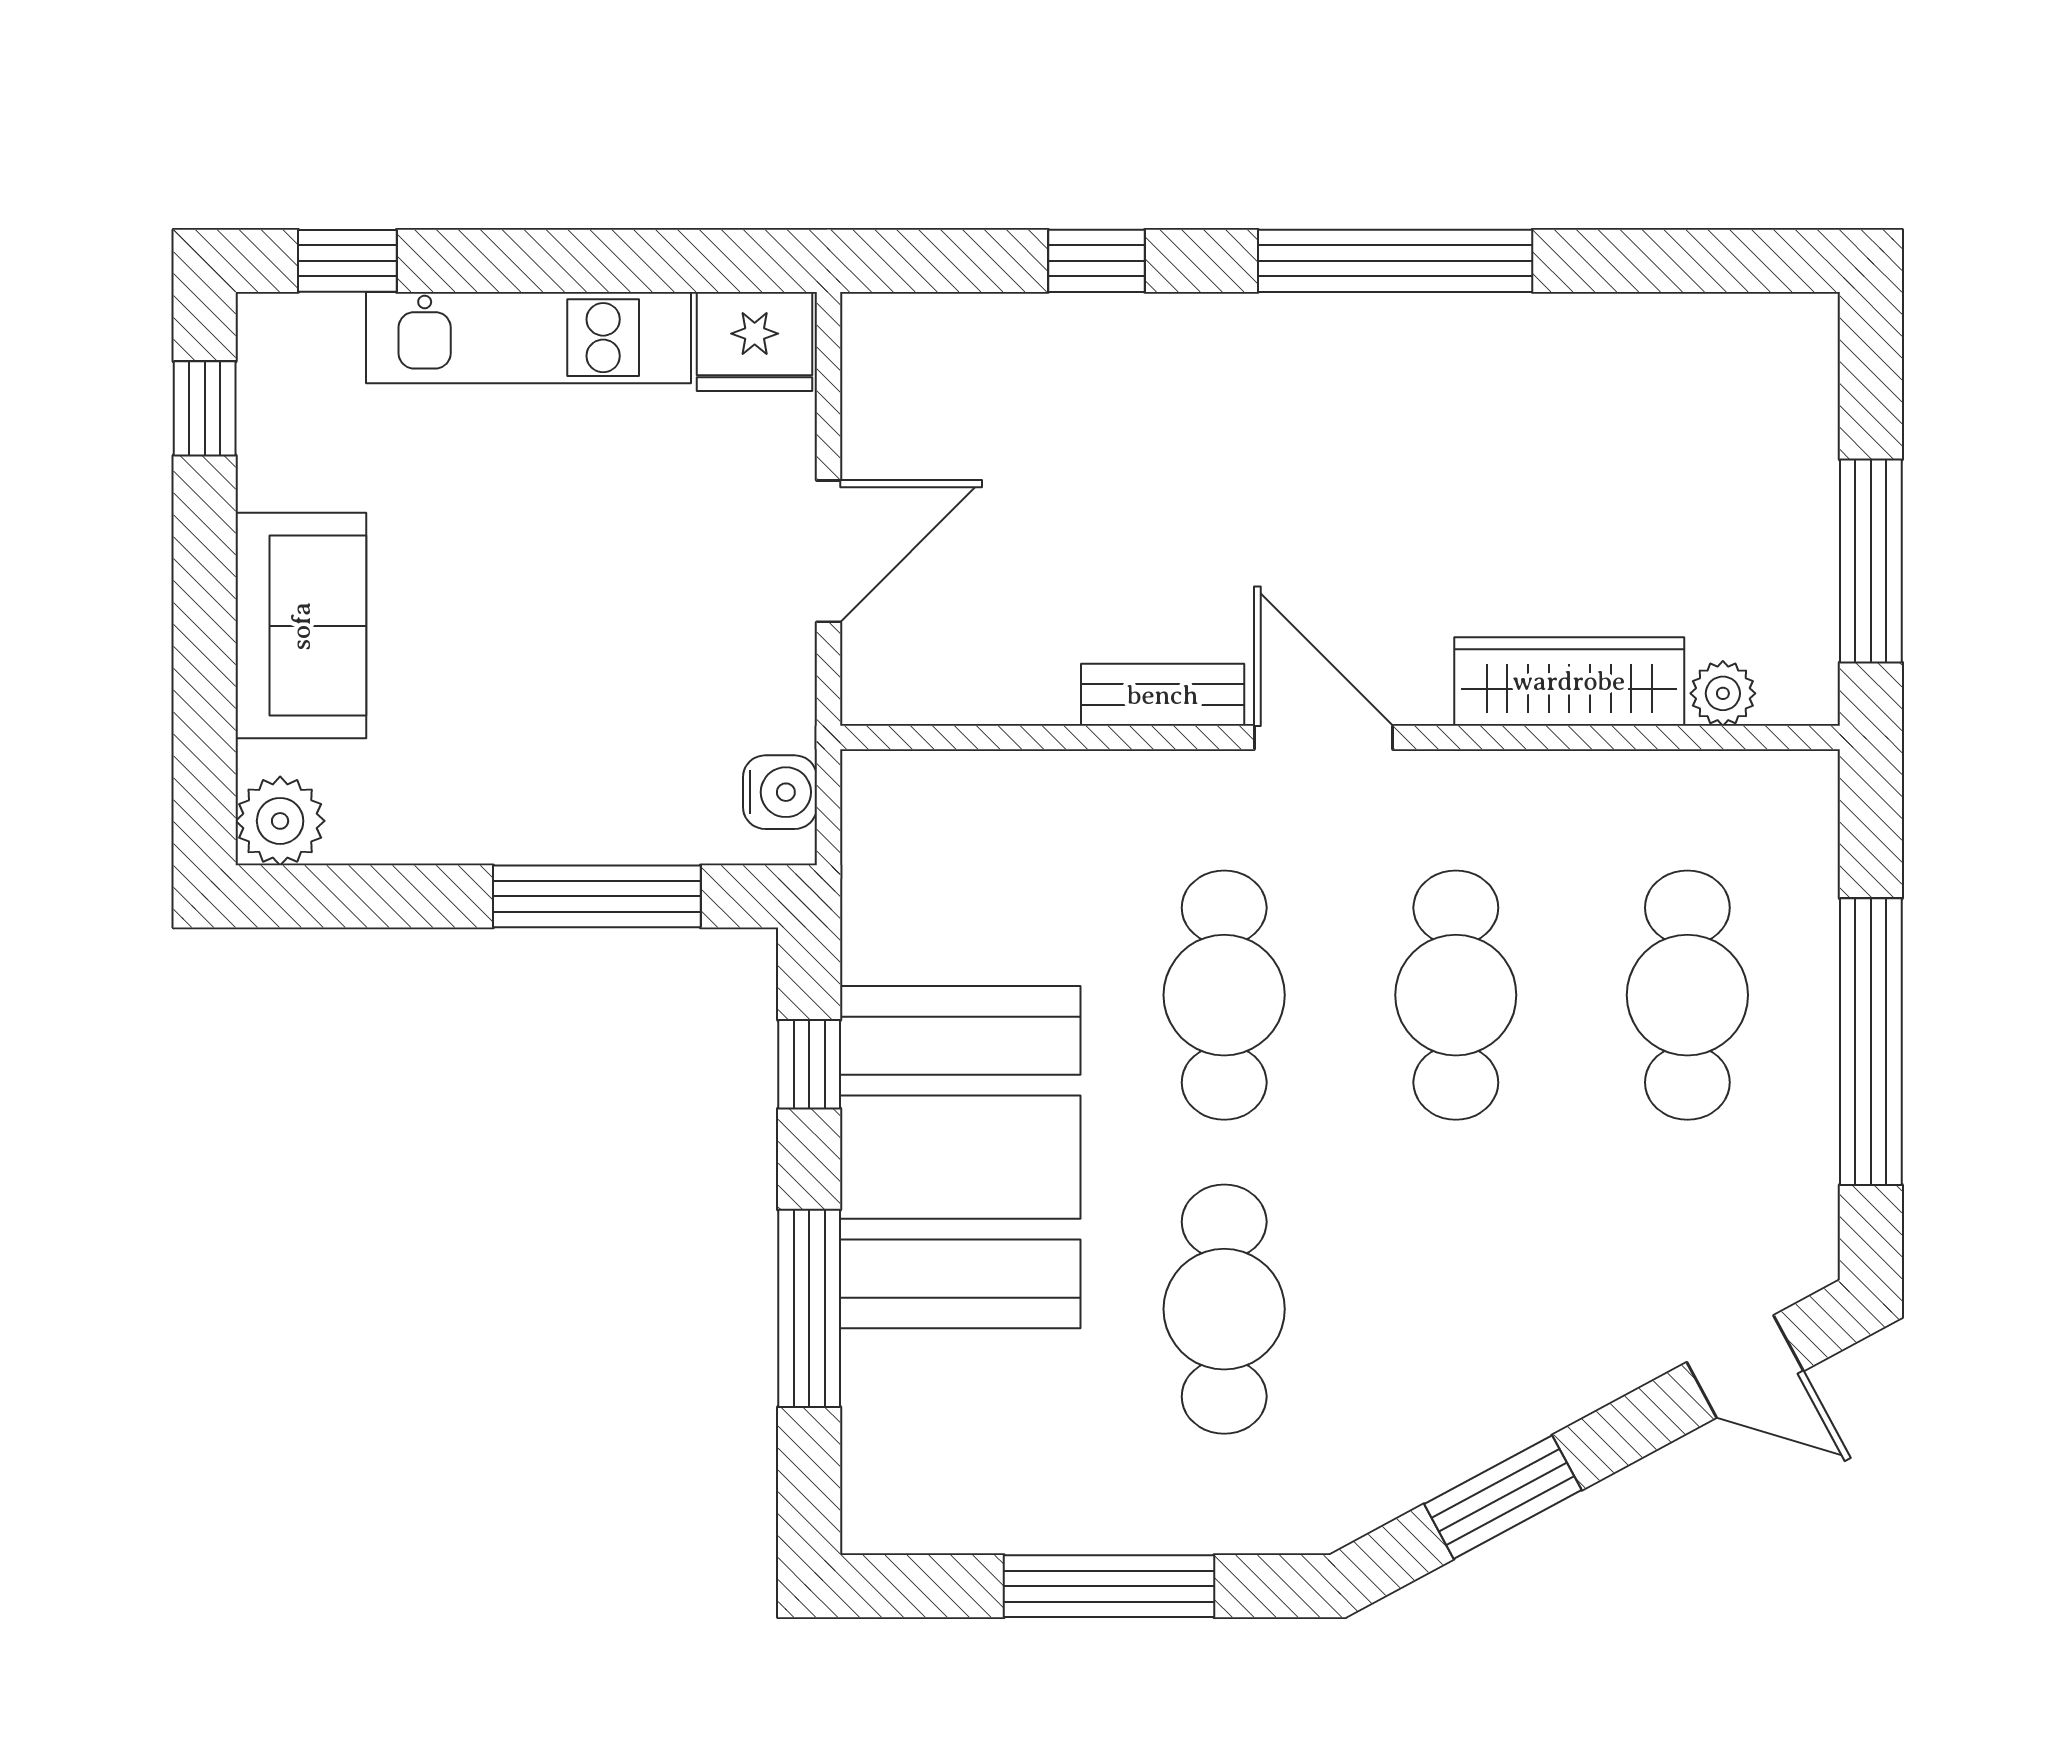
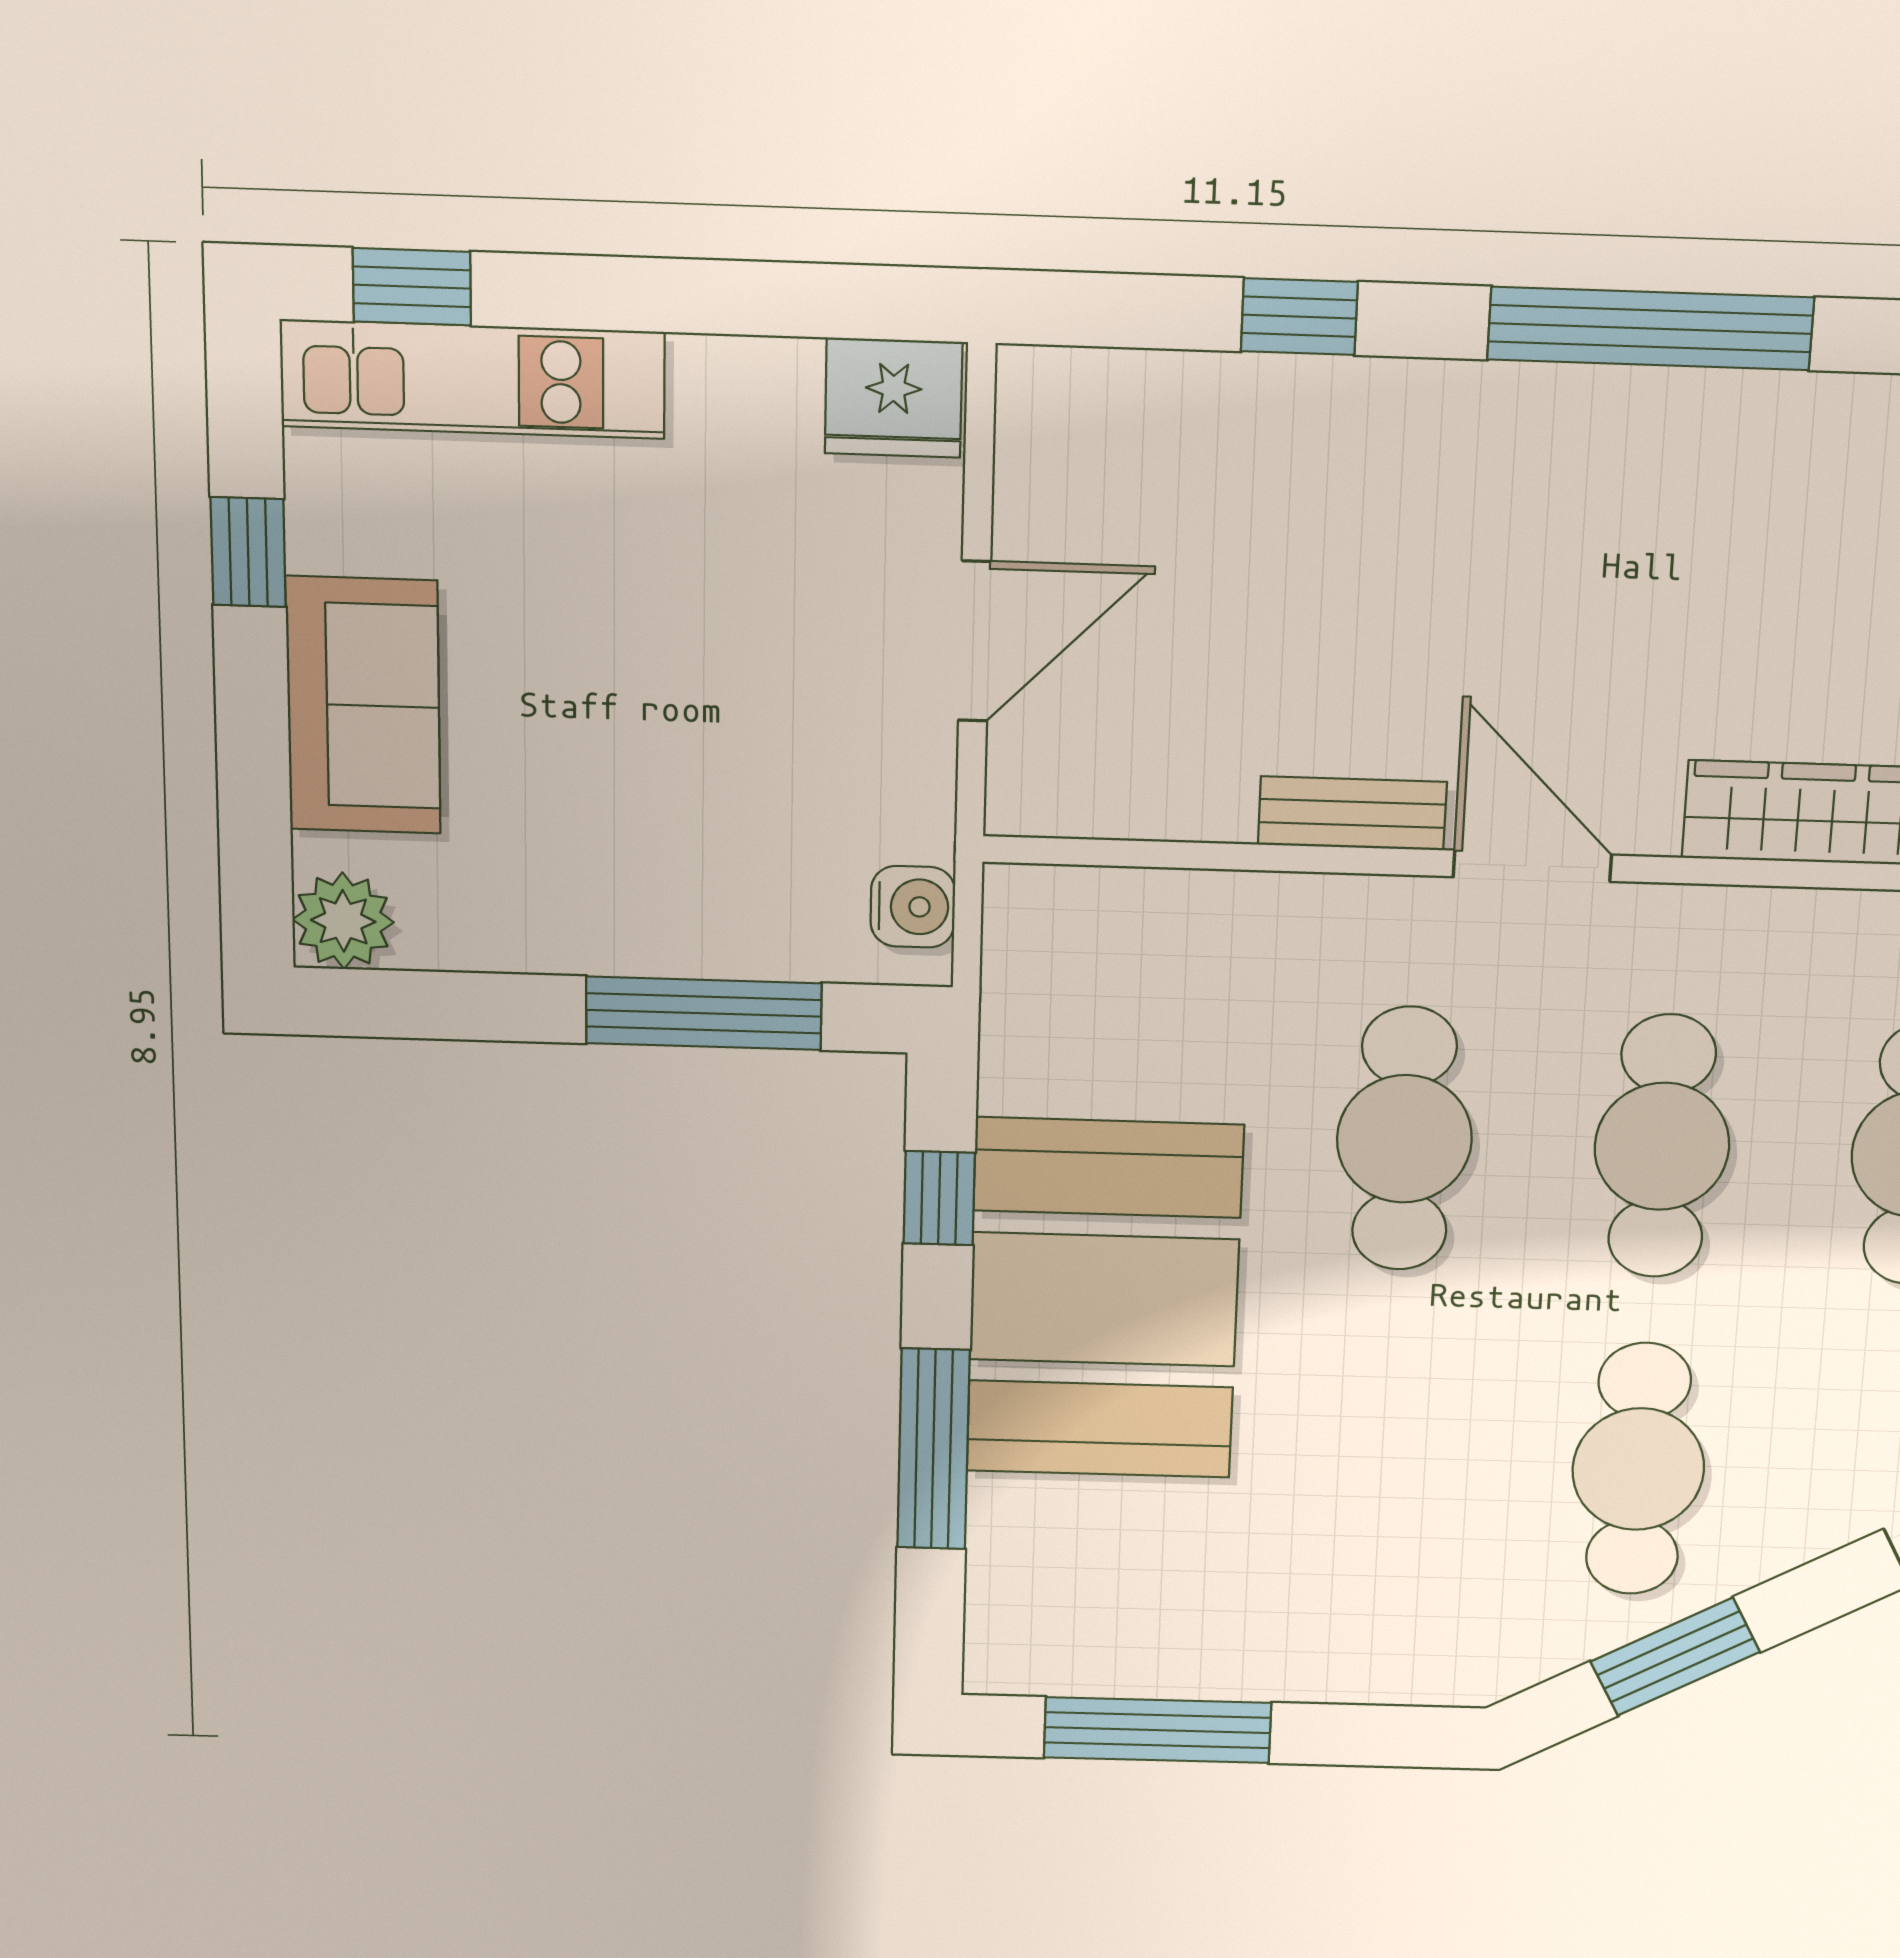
kitchen unit: (529, 338) -> (473, 379), moved
window: (205, 408) -> (248, 552), moved
cafe table: (1224, 1309) -> (1638, 1469), moved
window: (1109, 1586) -> (1158, 1730), moved

